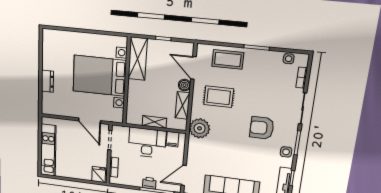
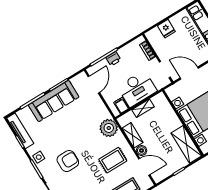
fridge: (99, 174) -> (166, 29), moved

